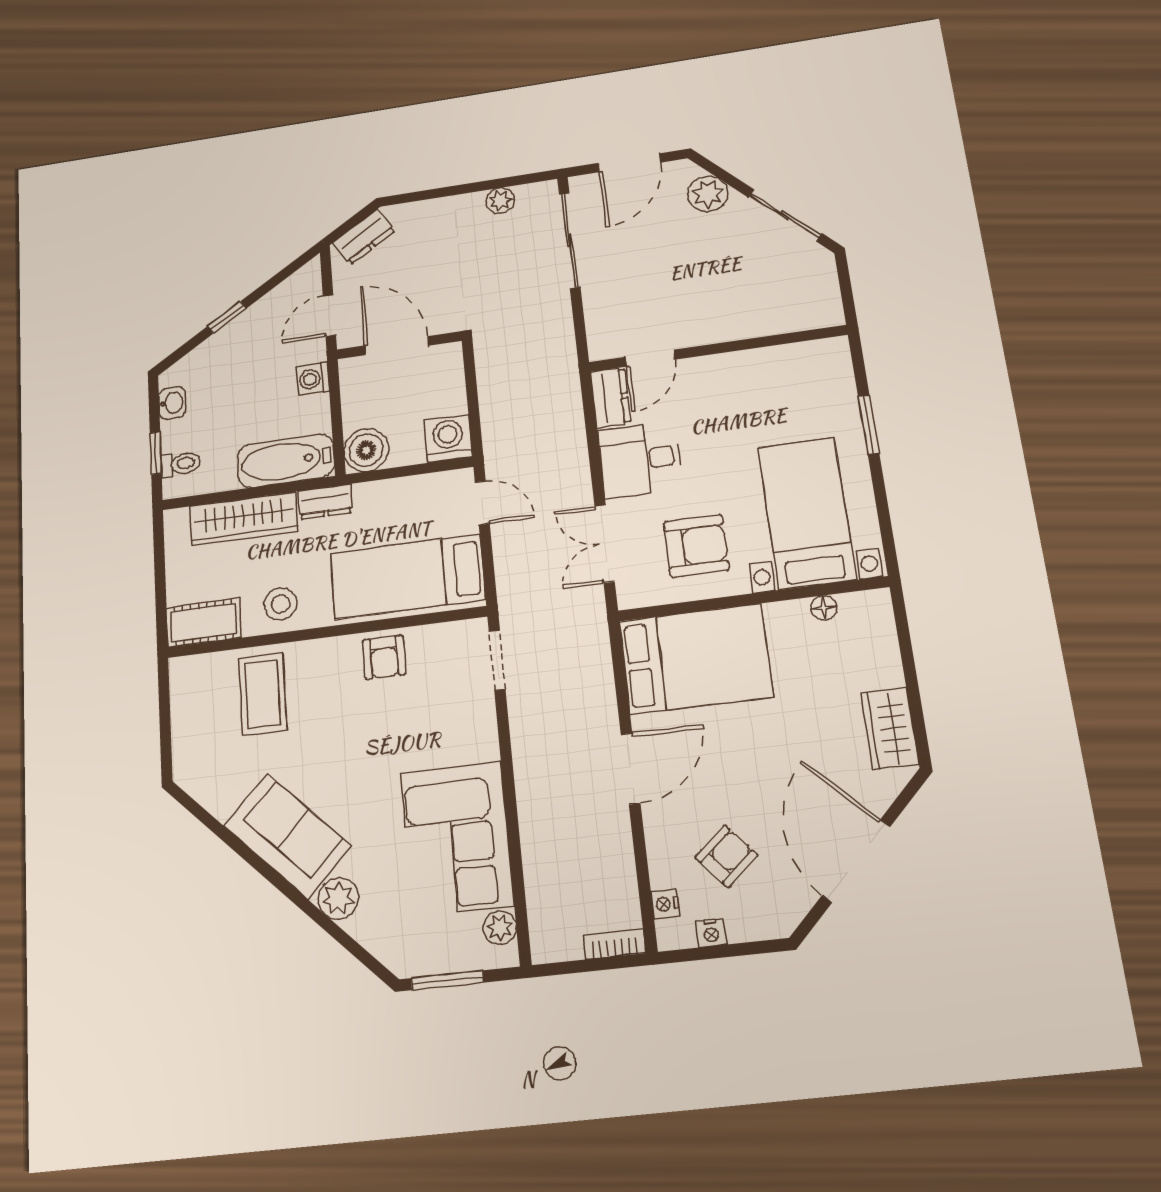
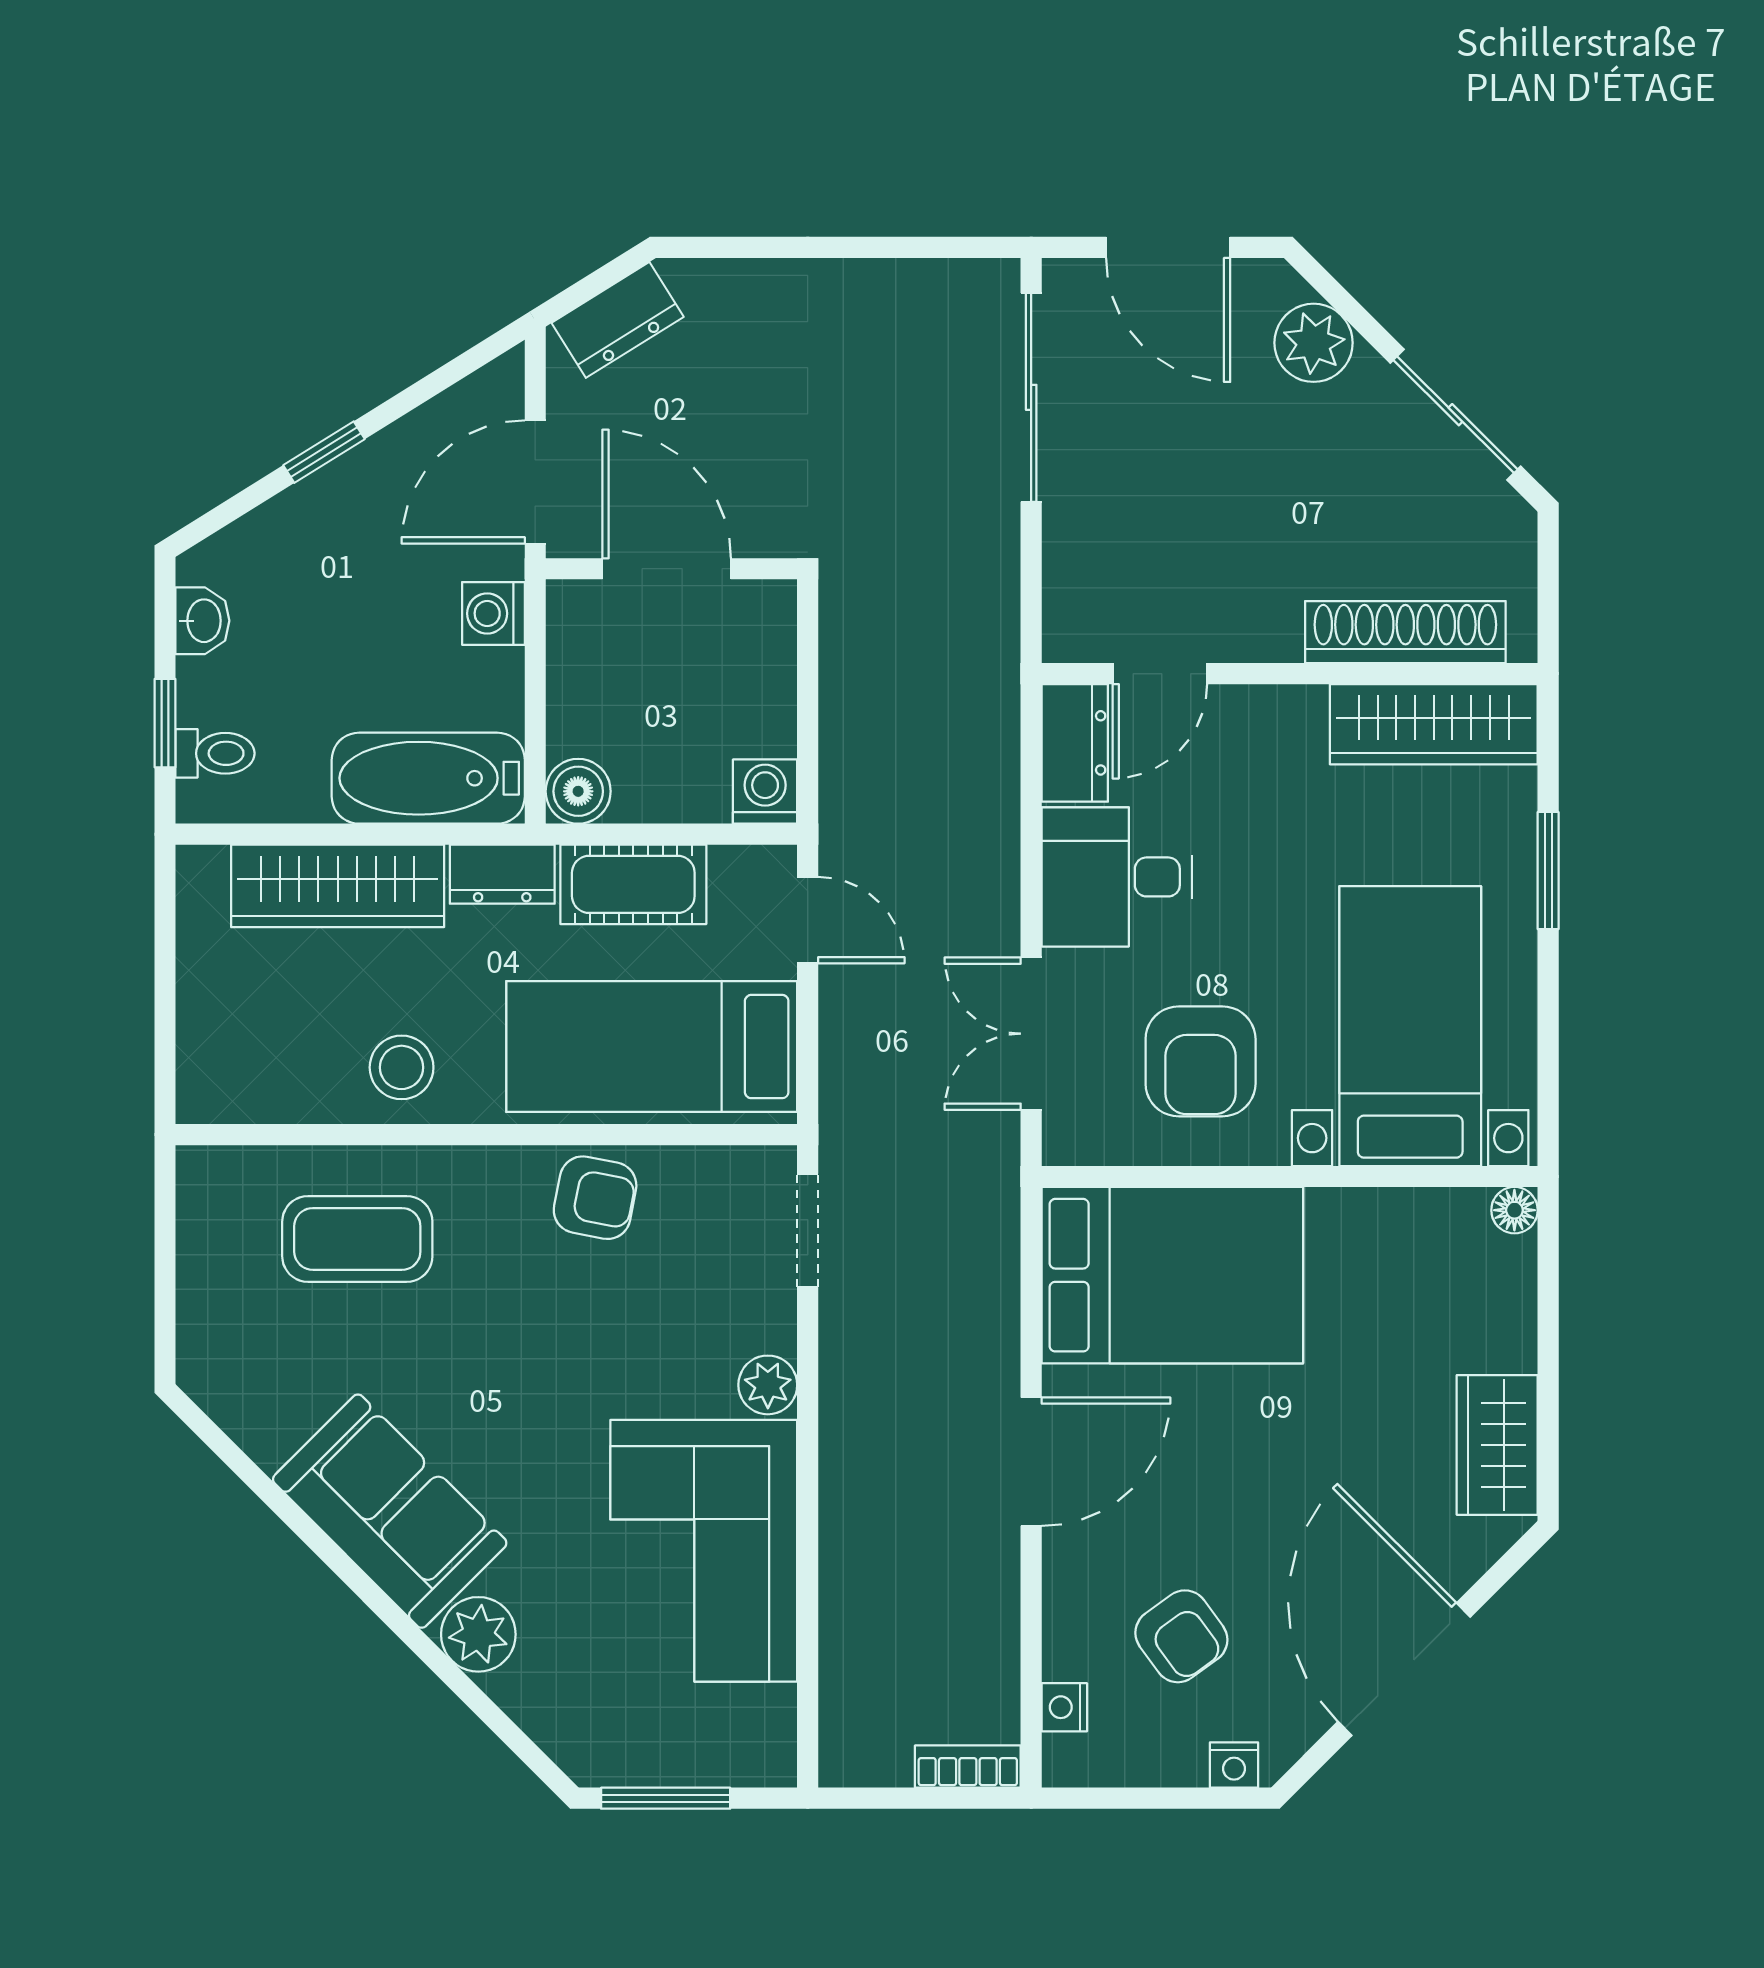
door: (629, 163) -> (1168, 247), hinge flipped
plant: (500, 201) -> (901, 287), removed
door: (329, 316) -> (535, 482), width x1.38
shoe rack: (775, 320) -> (1405, 632), added
wardrobe: (796, 362) -> (1434, 724), added
washing machine: (448, 438) -> (765, 792), width x0.73, depth x0.73
boiler: (366, 450) -> (578, 791), width x0.73, depth x0.73
armchair: (696, 546) -> (1201, 1061), turned 90
floor lamp: (824, 608) -> (1514, 1210), moved
cot: (204, 623) -> (633, 884), moved
armchair: (384, 657) -> (595, 1198), turned -79
coffee table: (263, 694) -> (357, 1239), turned 90
armchair: (726, 856) -> (1181, 1636), turned 95
plant: (500, 927) -> (768, 1385), moved
nightstand: (711, 933) -> (1234, 1765), moved

